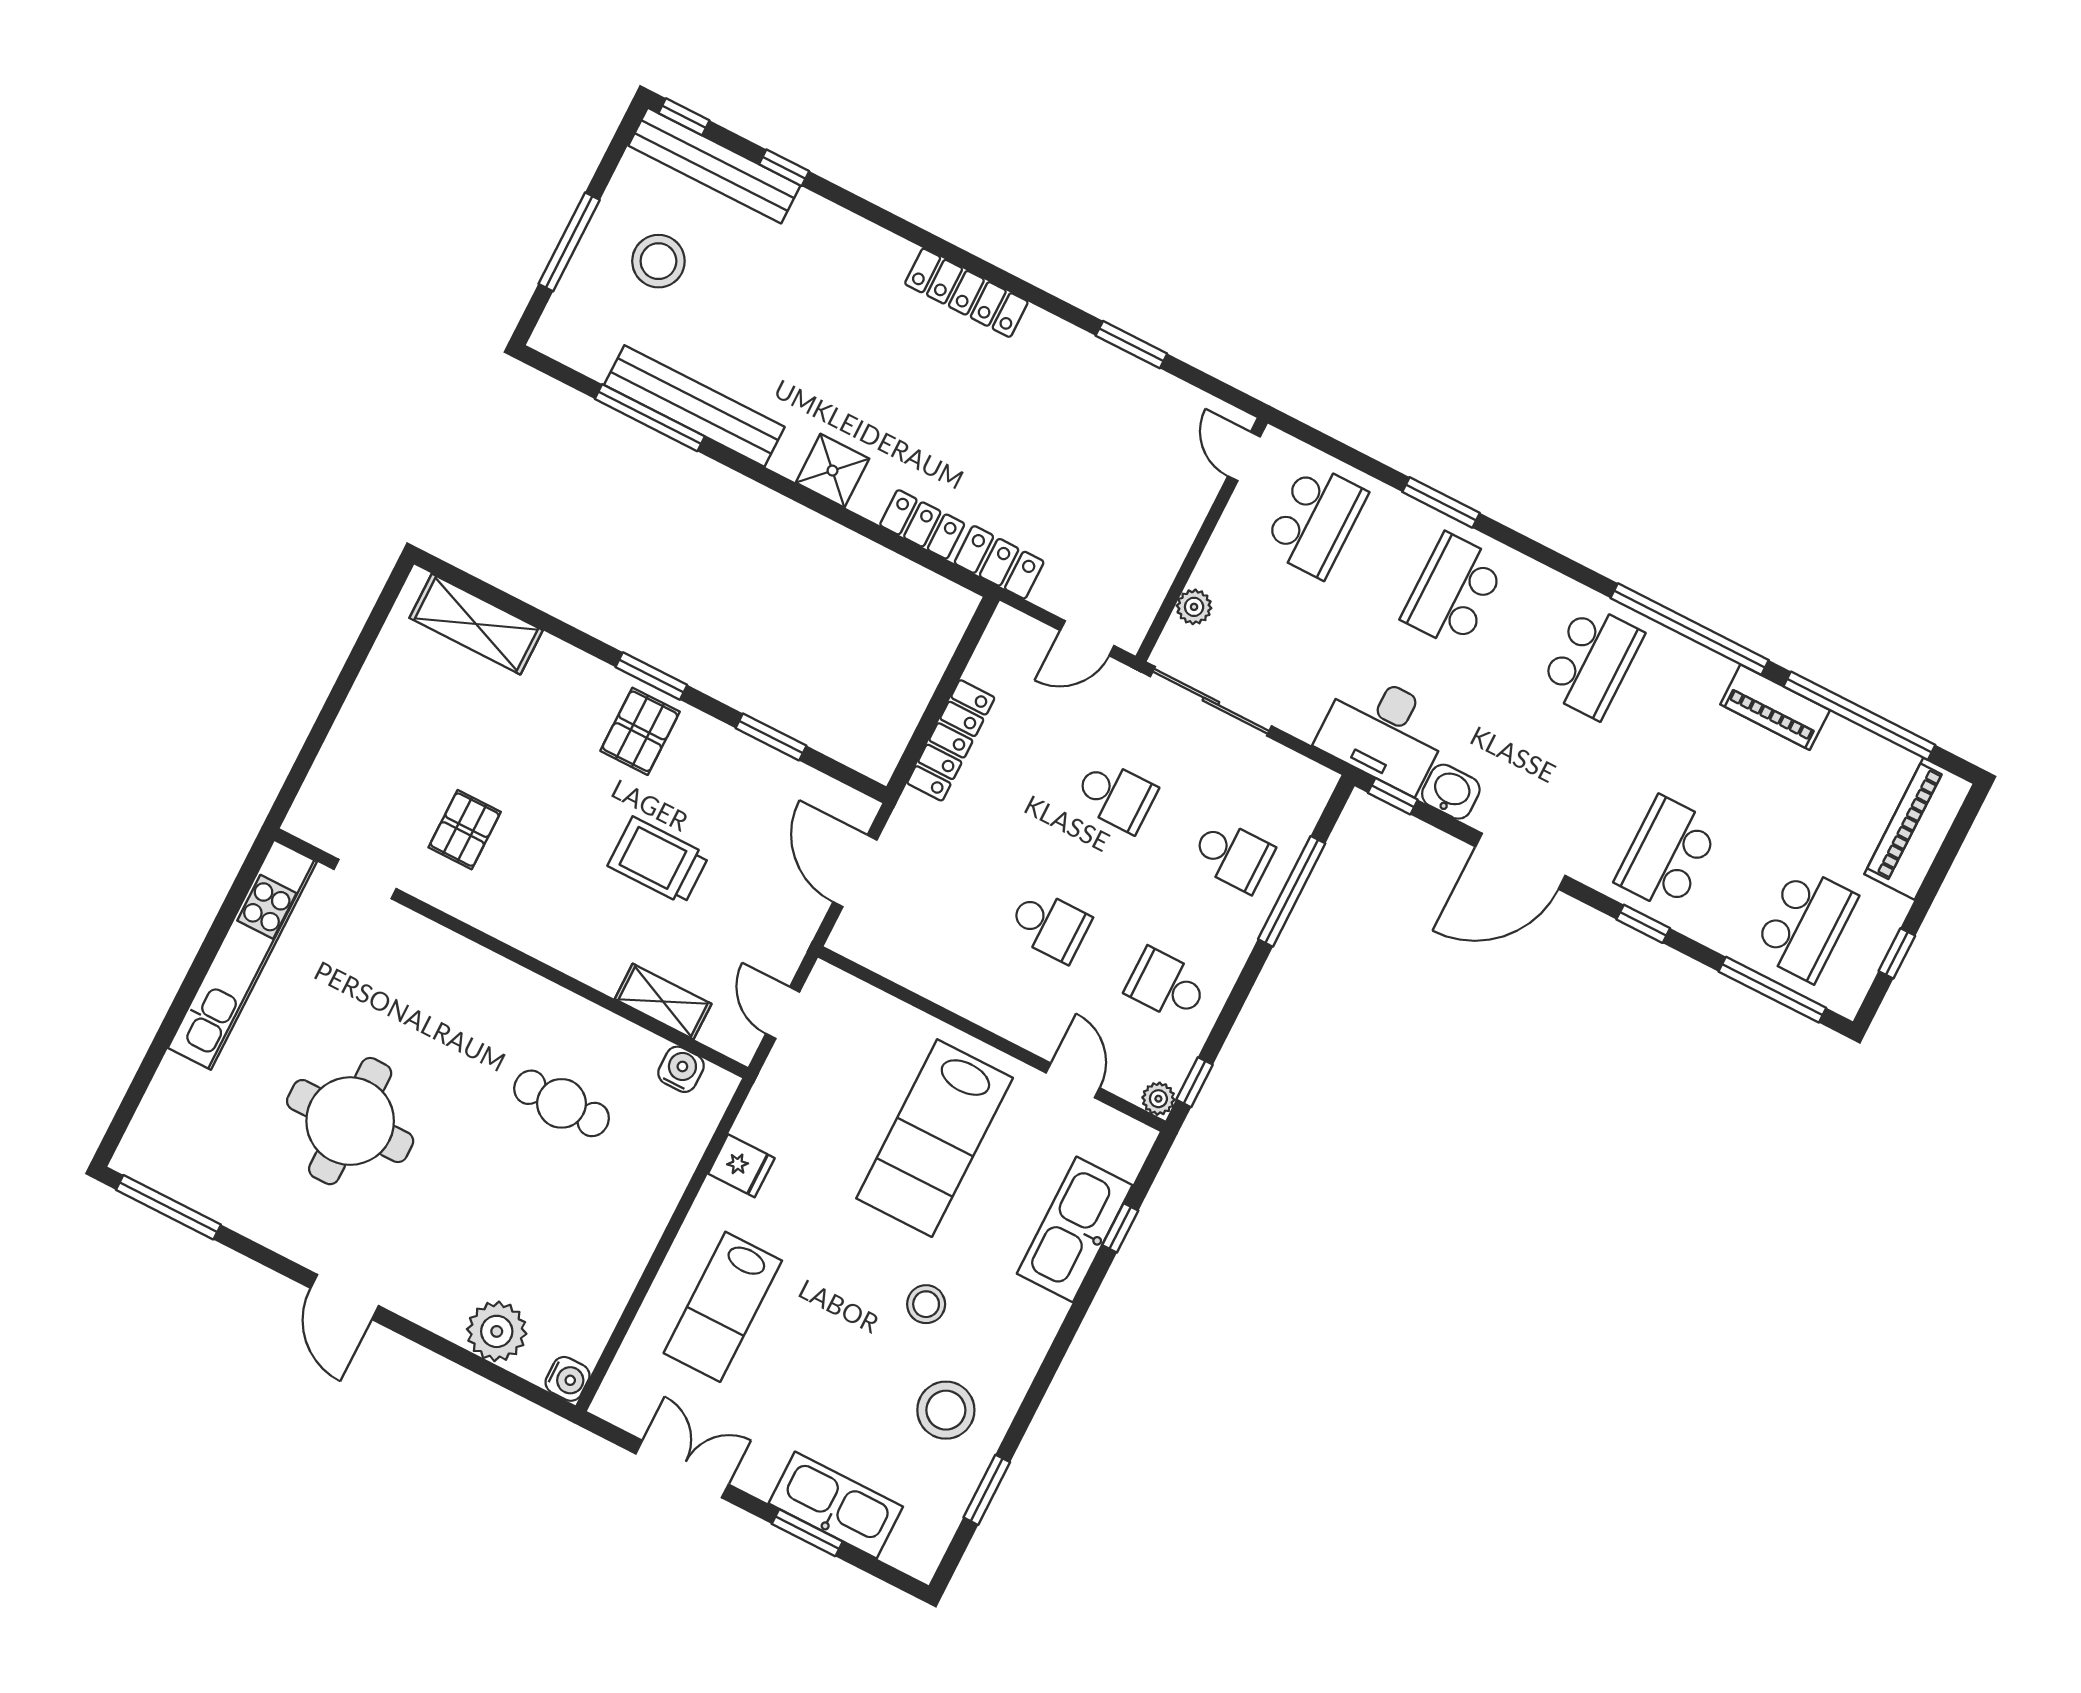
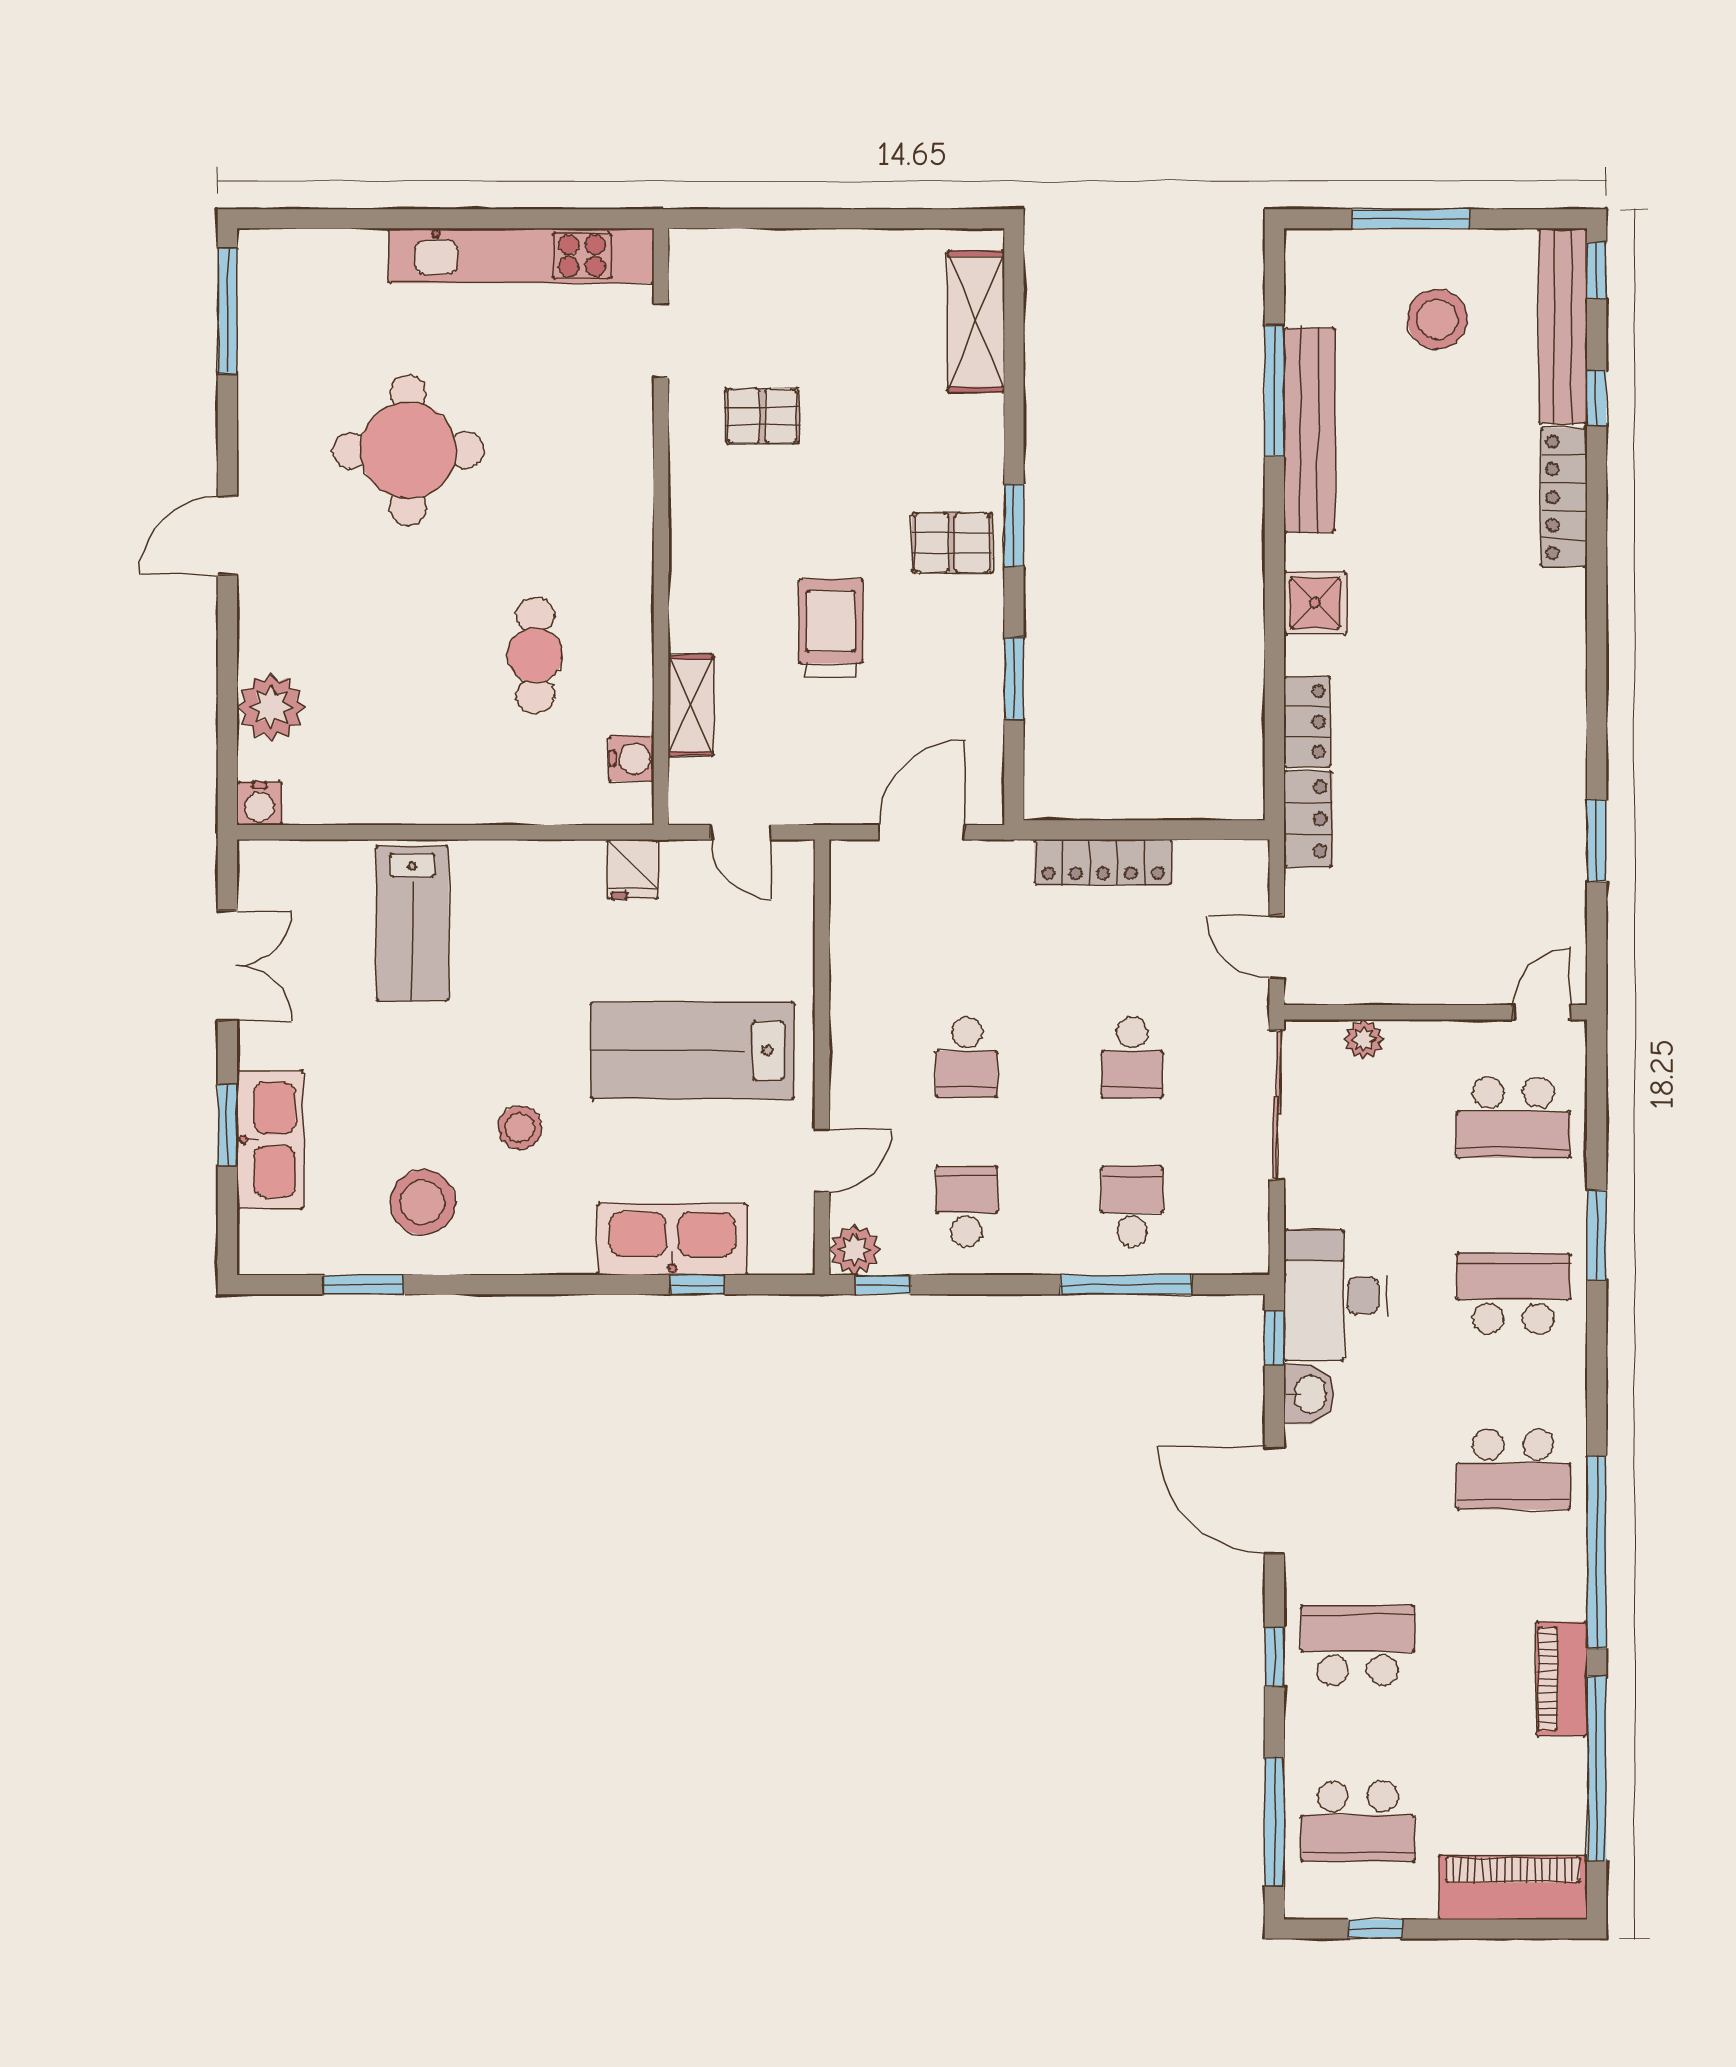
locker: (966, 293) -> (1564, 497), moved
school desk: (1233, 855) -> (1132, 1206), turned 180
door: (783, 1013) -> (741, 832), swing flipped
plant: (1158, 1099) -> (855, 1250), width x1.38, depth x1.38
fridge: (741, 1166) -> (632, 869), moved
lab bench: (723, 1307) -> (412, 923), turned -90

